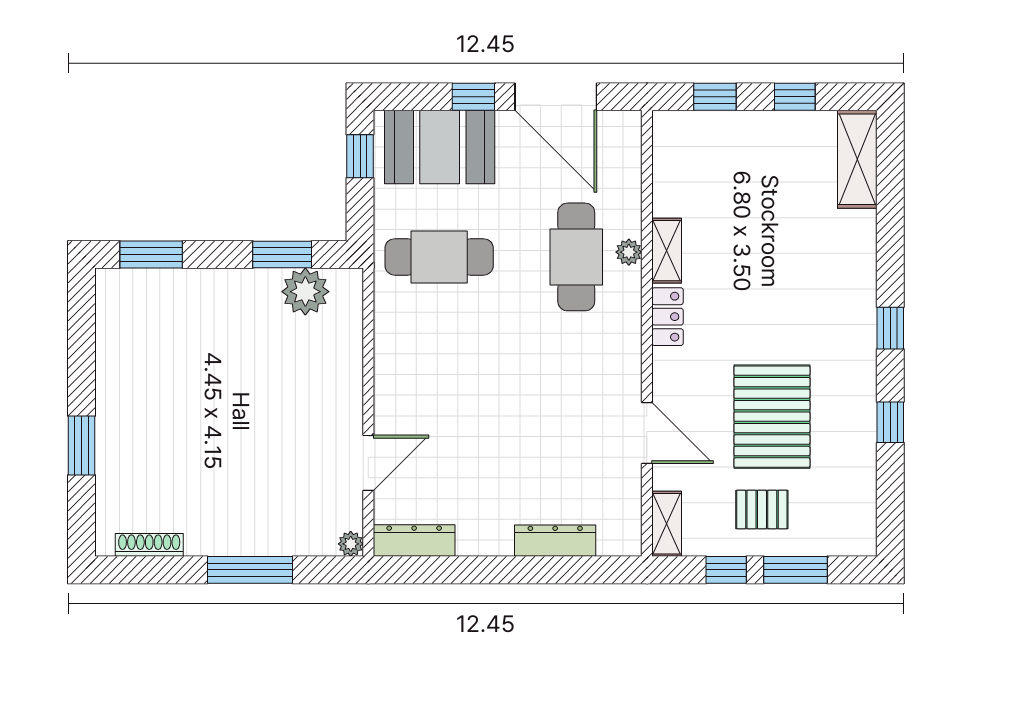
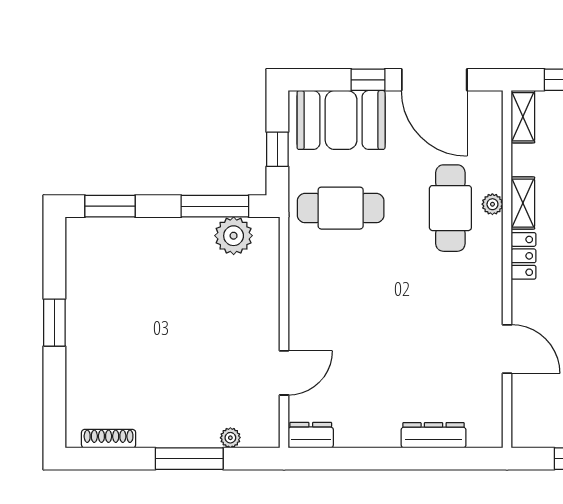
window: (360, 156) -> (277, 149), moved
window: (282, 254) -> (215, 206), width x1.44
window: (81, 445) -> (54, 323), moved
shelving: (667, 524) -> (523, 117), moved
dresser: (414, 541) -> (311, 435), width x0.70
plant: (351, 544) -> (230, 438), moved

